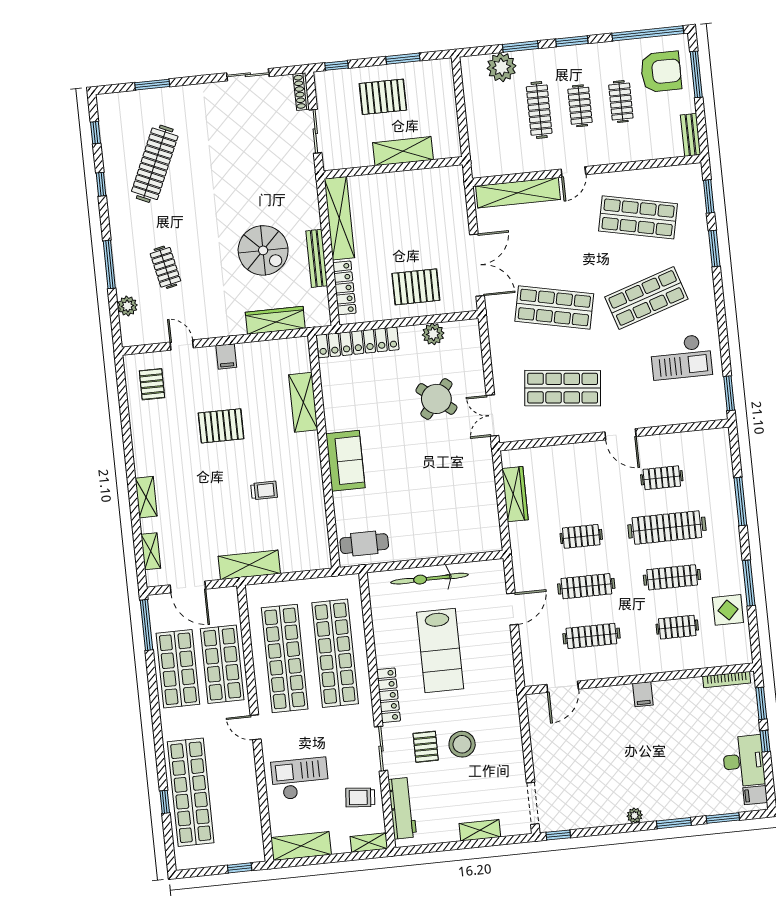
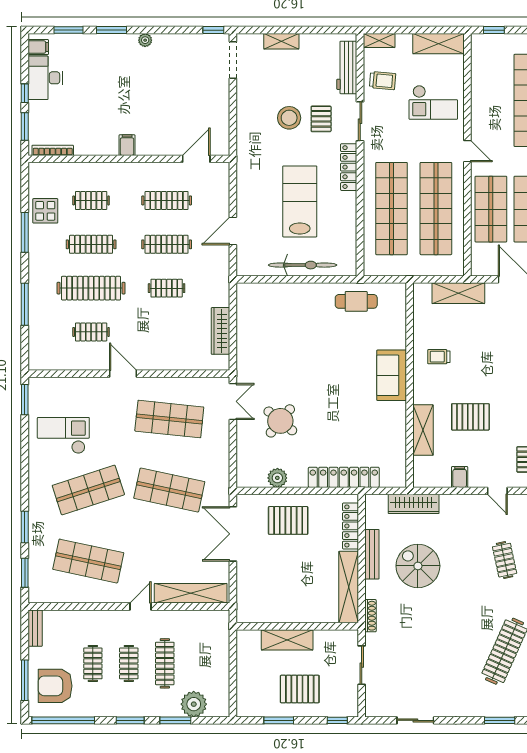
shoe rack: (301, 92) -> (371, 616), moved
shelving: (303, 402) -> (423, 430), moved
wall: (324, 452) -> (410, 385), moved
sofa: (345, 461) -> (392, 375), moved

